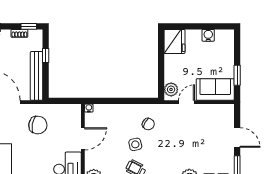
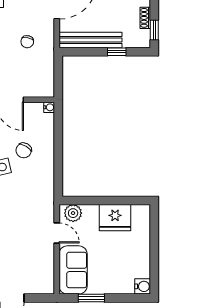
water cooler: (208, 35) -> (143, 286), moved
fridge: (174, 41) -> (115, 218), moved
chair: (148, 124) -> (24, 150), moved
chair: (38, 125) -> (27, 42), width x0.54, depth x0.54

